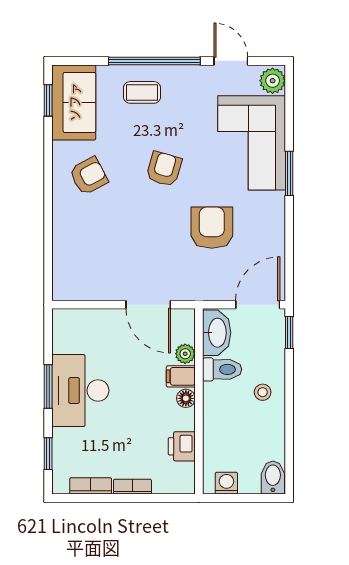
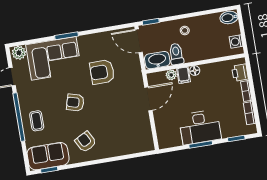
printer: (182, 446) -> (240, 73), moved, turned 90

